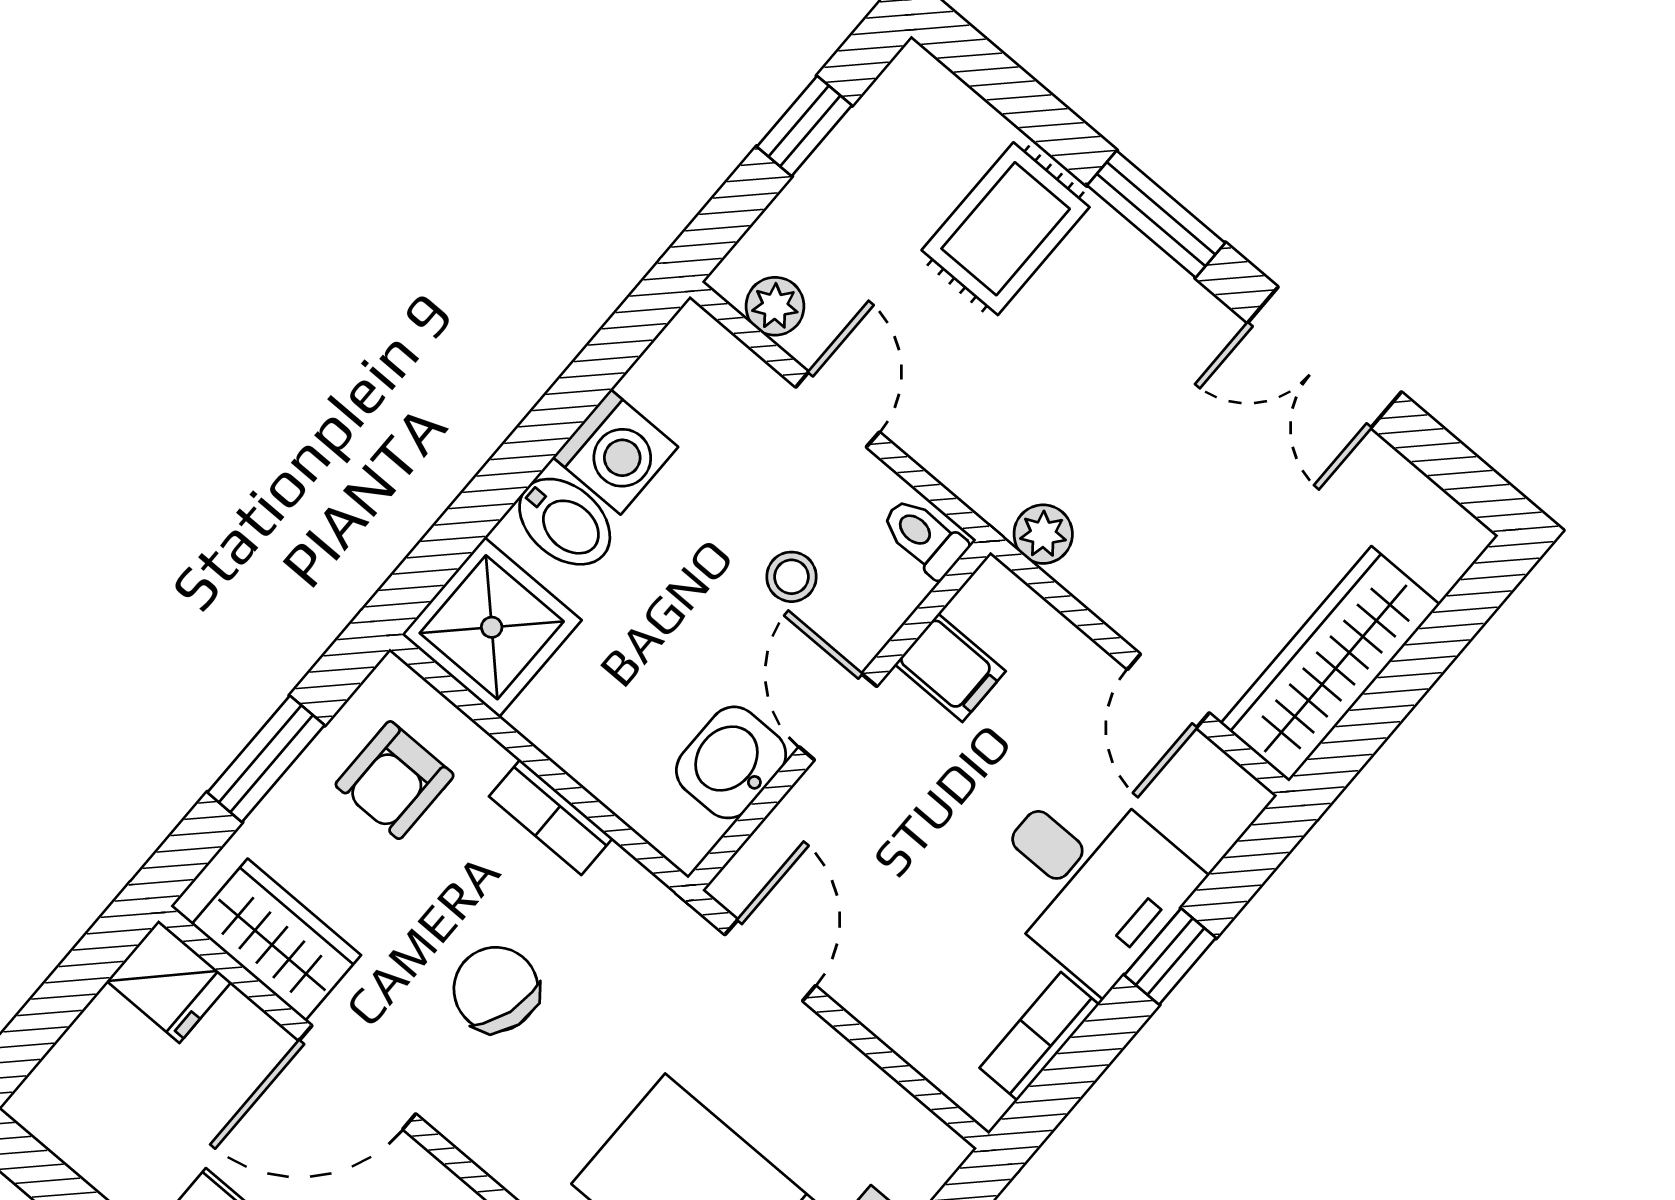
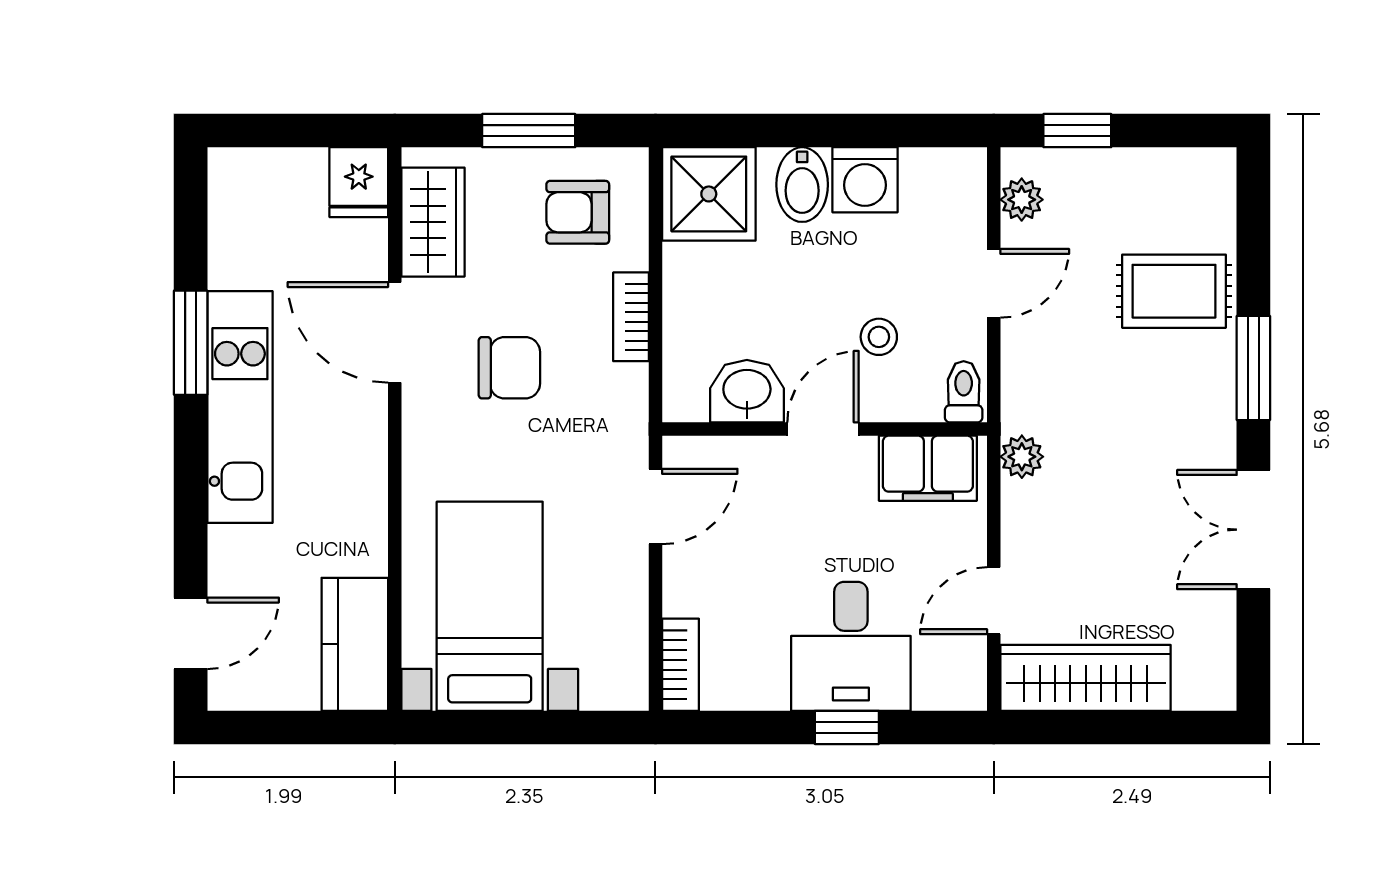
window: (804, 126) -> (1077, 131), moved
filing cabinet: (950, 668) -> (928, 468), width x2.00
chair: (496, 989) -> (509, 368), turned 73
bookcase: (1039, 1036) -> (681, 665), moved, turned 90

